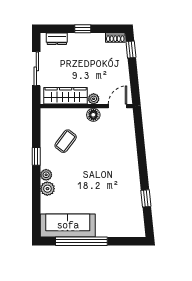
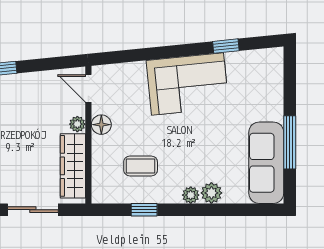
coffee table: (66, 141) -> (141, 166), turned -37
window: (36, 156) -> (144, 210), moved
corner sofa: (121, 173) -> (188, 84), added
window: (81, 241) -> (290, 142), width x0.68

